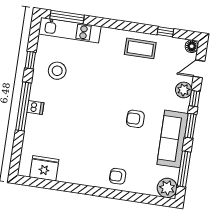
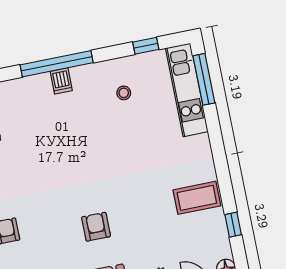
coffee table: (140, 48) -> (197, 198), turned 90
window: (30, 60) -> (146, 46), moved
stool: (57, 71) -> (124, 93), width x0.53, depth x0.53

